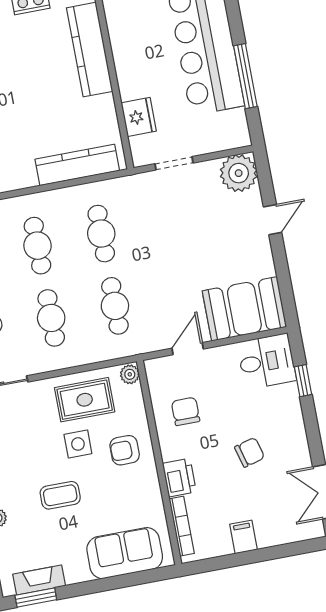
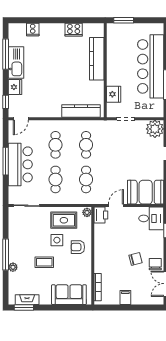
chair: (186, 411) -> (155, 264), moved
printer: (179, 478) -> (101, 215), moved

